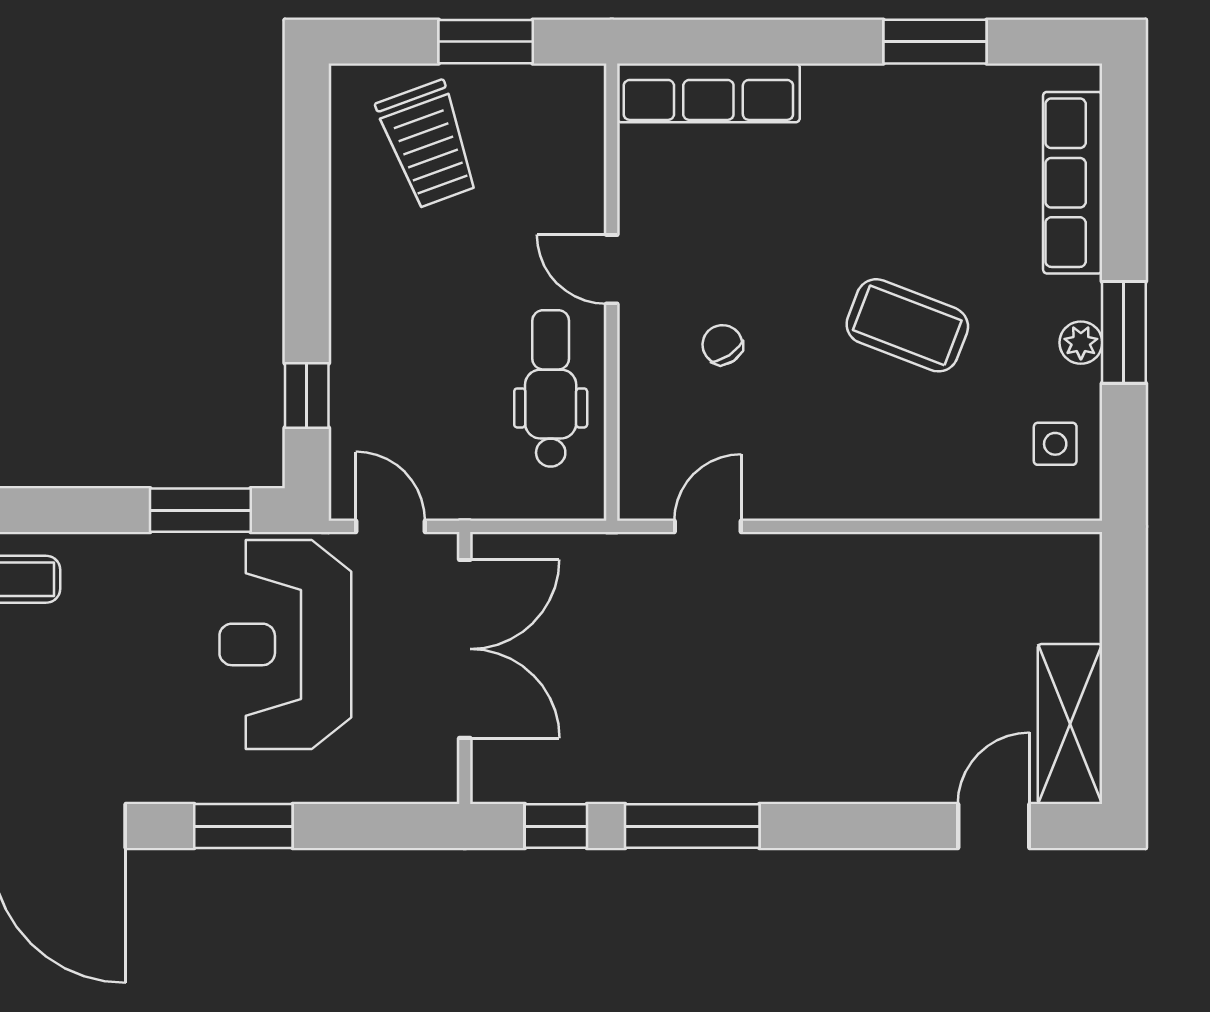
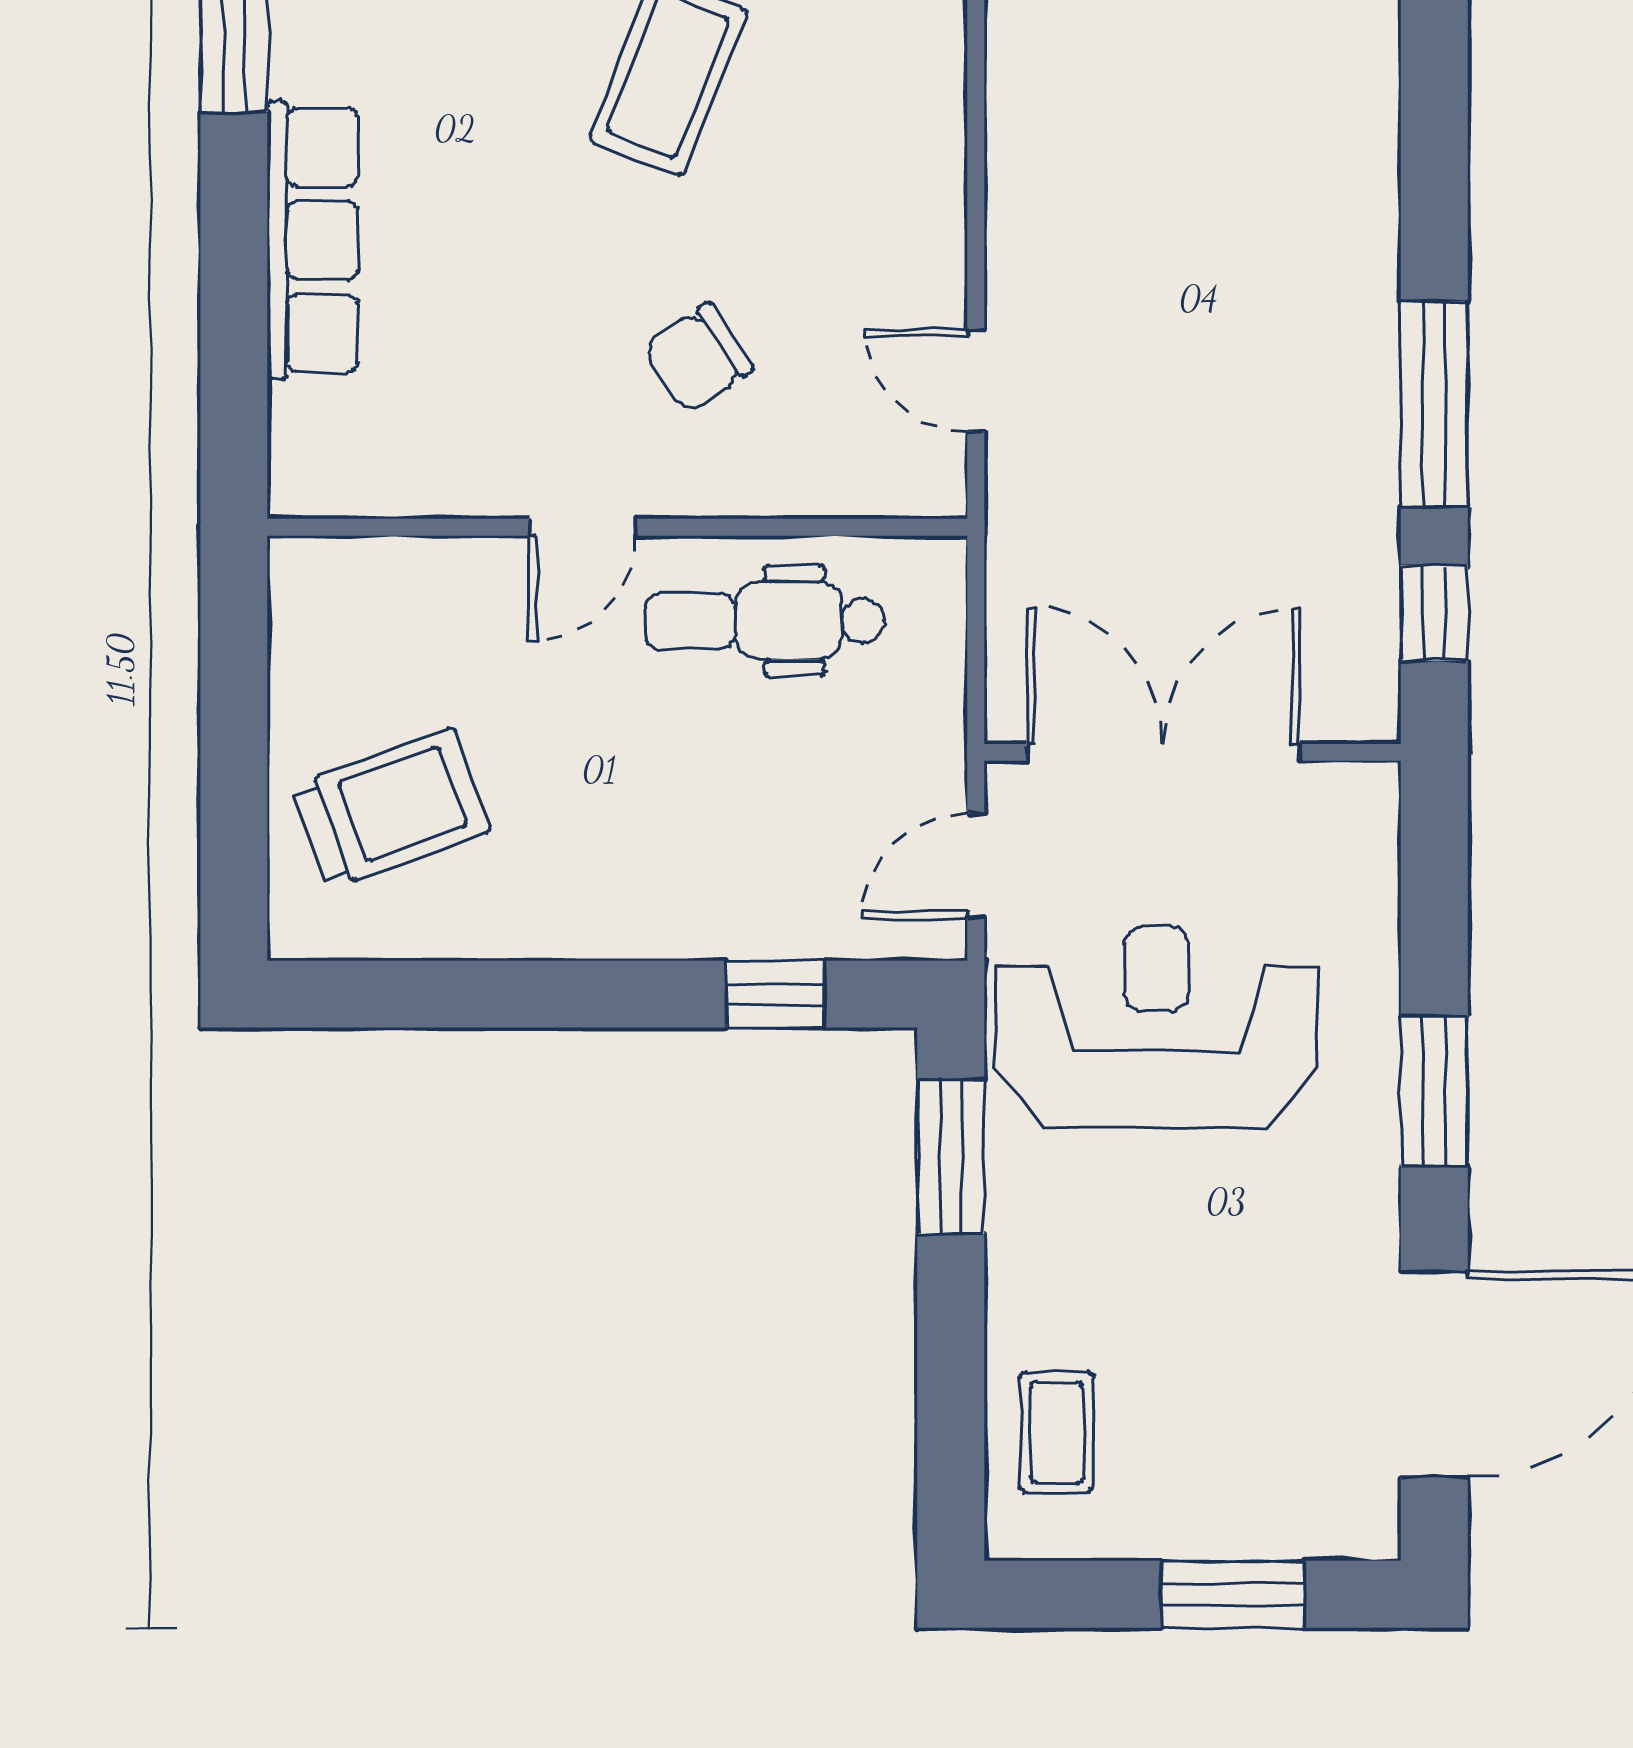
window: (486, 42) -> (234, 720), removed
row of seats: (708, 93) -> (312, 240), moved
chair: (722, 345) -> (698, 358), width x1.37, depth x1.37
reception desk: (285, 644) -> (1156, 1027), turned 180

